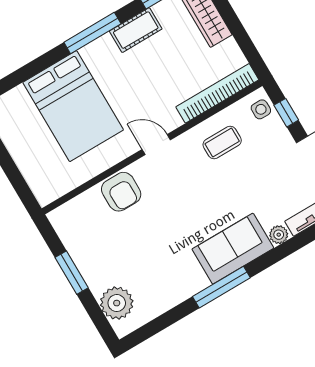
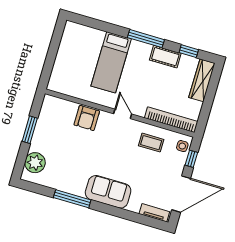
bed: (73, 106) -> (111, 62), width x0.67
plant: (279, 235) -> (134, 207), removed
window: (221, 287) -> (72, 199), moved

